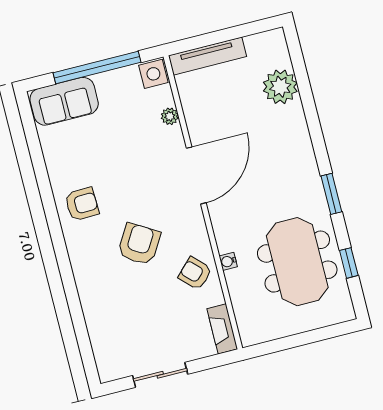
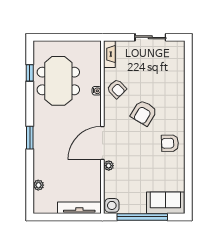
plant: (280, 87) -> (38, 185), width x0.53, depth x0.53
plant: (170, 116) -> (109, 166), moved
window: (331, 194) -> (30, 138), moved

